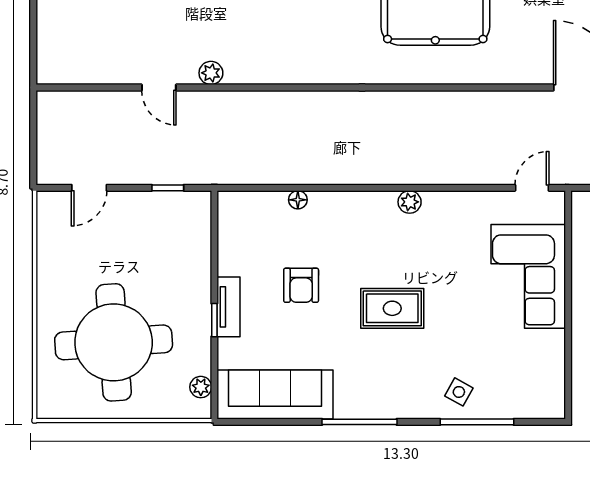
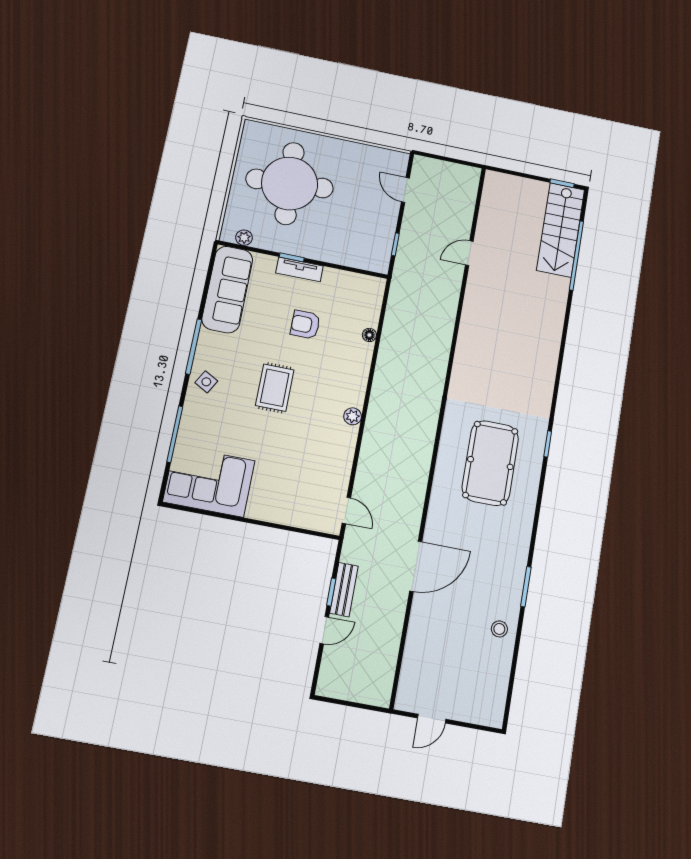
plant: (211, 73) -> (474, 292), removed
corner sofa: (528, 276) -> (209, 481), moved
side table: (459, 392) -> (206, 382), moved

